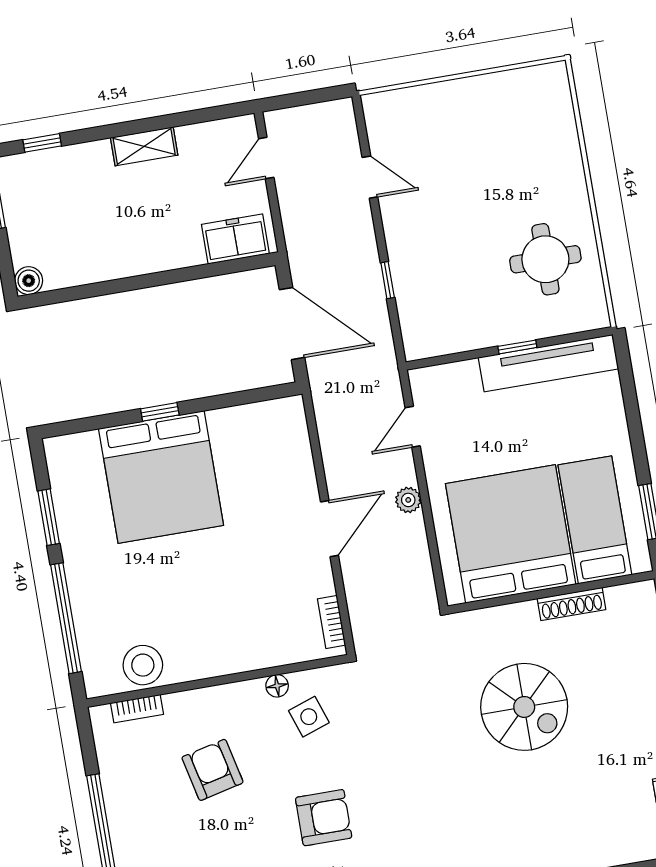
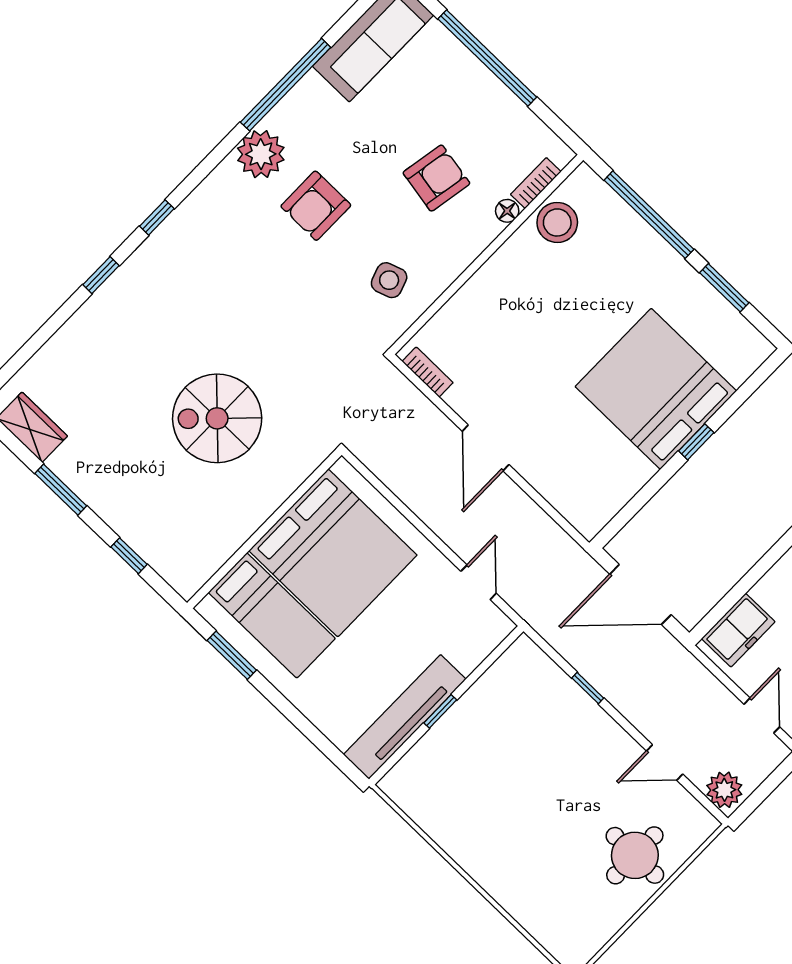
round table: (545, 259) -> (635, 855), moved
plant: (408, 500) -> (724, 790), moved, width x1.38, depth x1.38
shoe rack: (571, 604) -> (240, 532), removed
floor lamp: (277, 686) -> (507, 211), moved
armchair: (212, 770) -> (436, 178), turned -67

